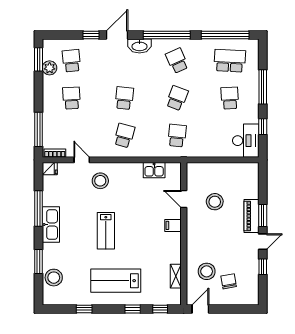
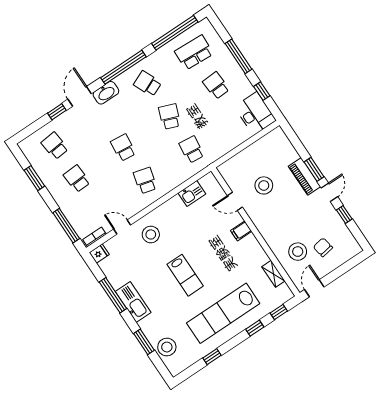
window: (39, 59) -> (34, 178), moved
plant: (50, 68) -> (40, 165), removed
lab bench: (116, 281) -> (223, 313), width x1.36

